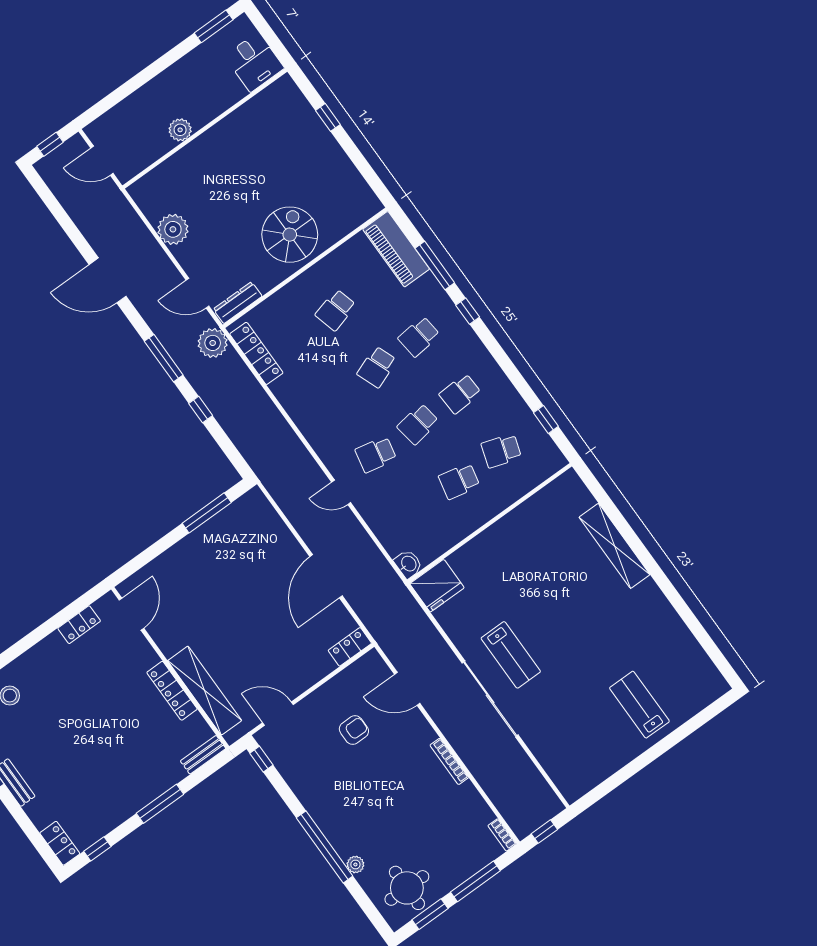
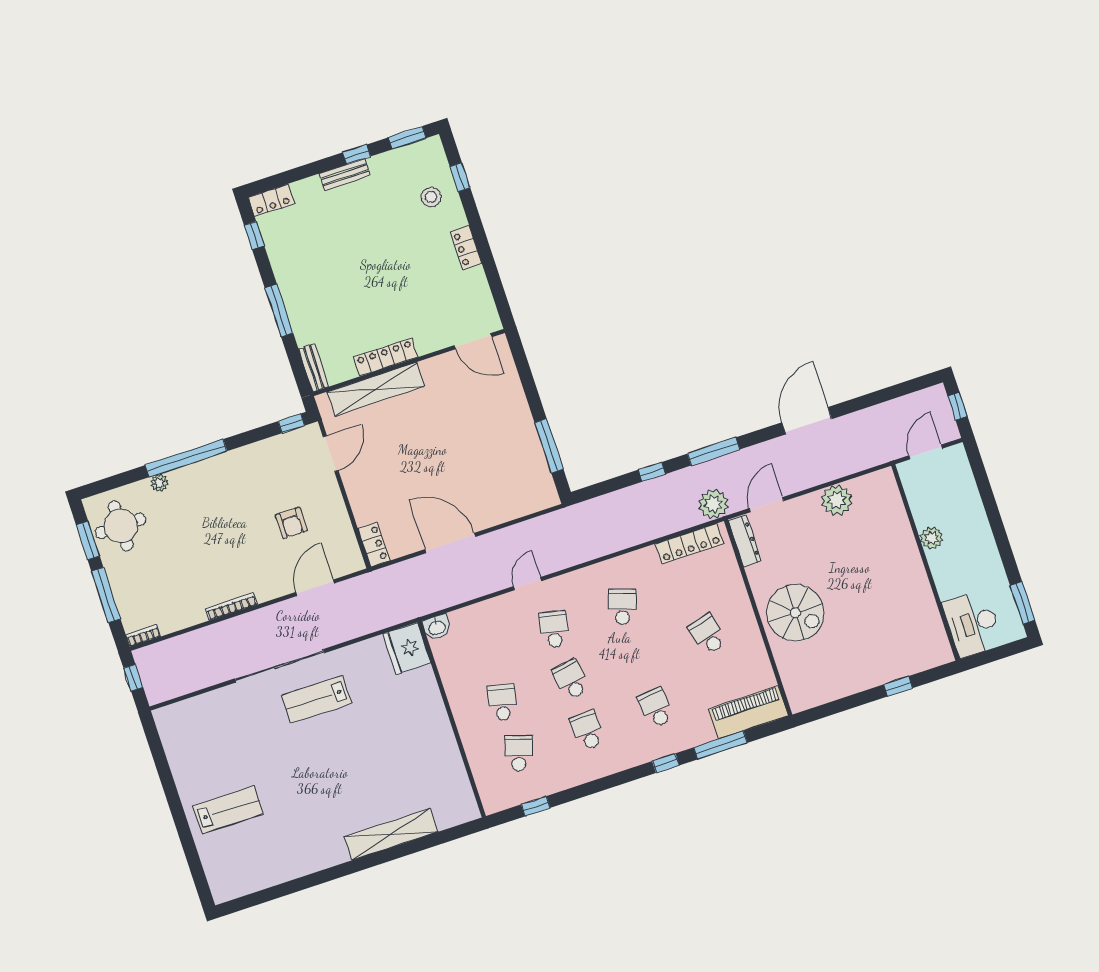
desk: (254, 62) -> (972, 624), width x1.37
school desk: (377, 367) -> (622, 607), moved, turned 39
locker: (79, 625) -> (466, 248), moved

